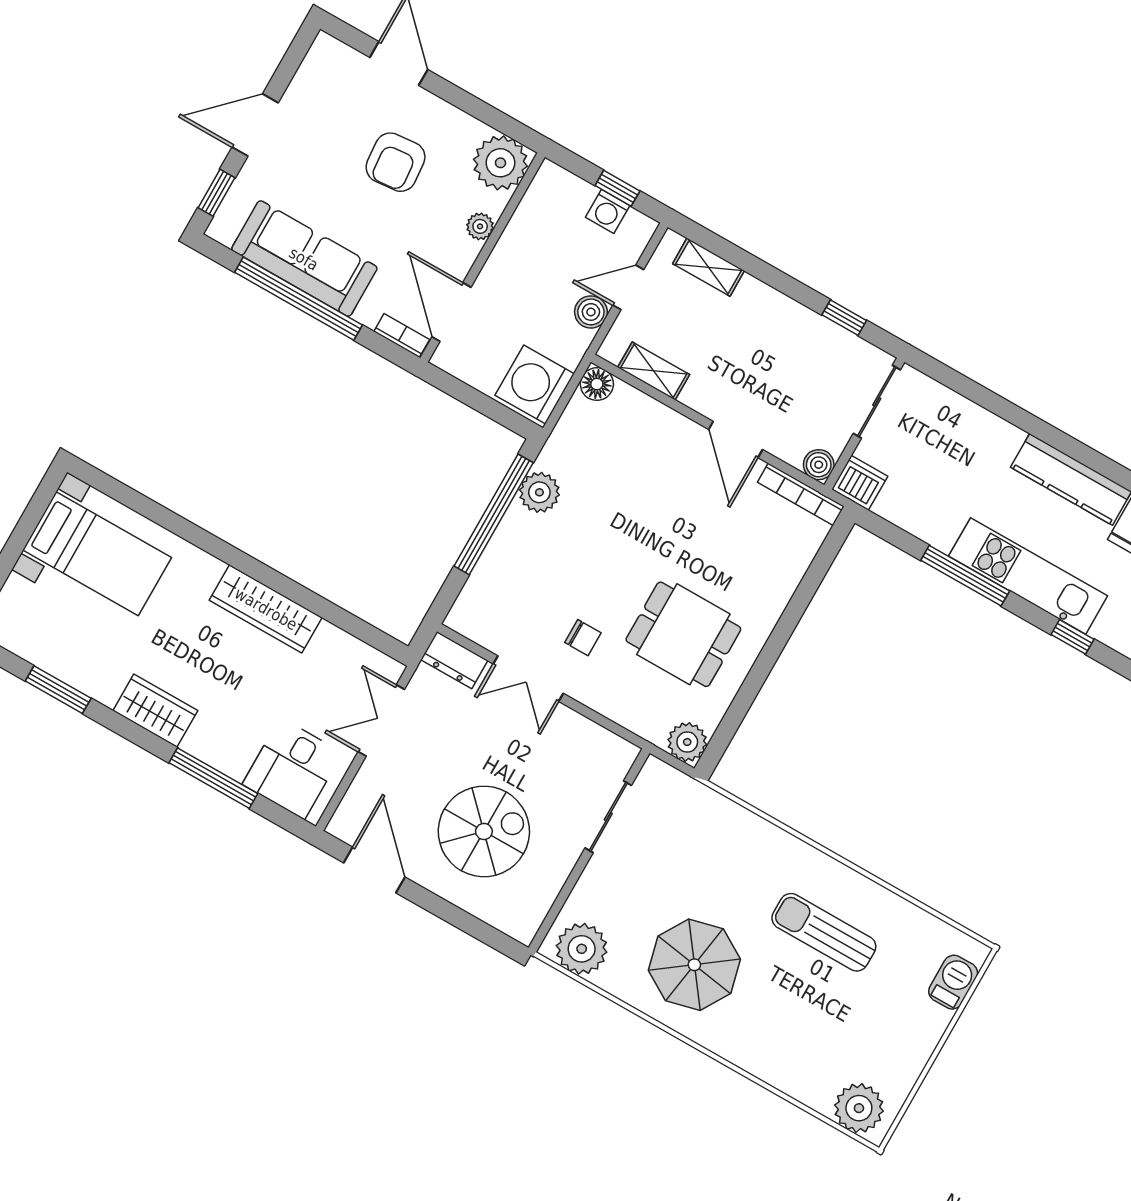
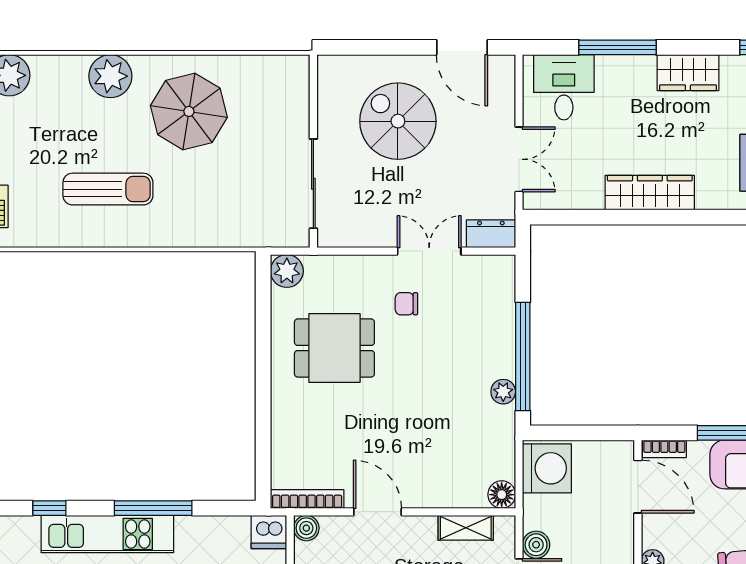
plant: (539, 492) -> (503, 392), width x0.73, depth x0.73
sliding door: (608, 817) -> (313, 184), width x1.37
spiral stairs: (484, 831) -> (398, 121), turned 90
plant: (582, 949) -> (110, 76), moved

